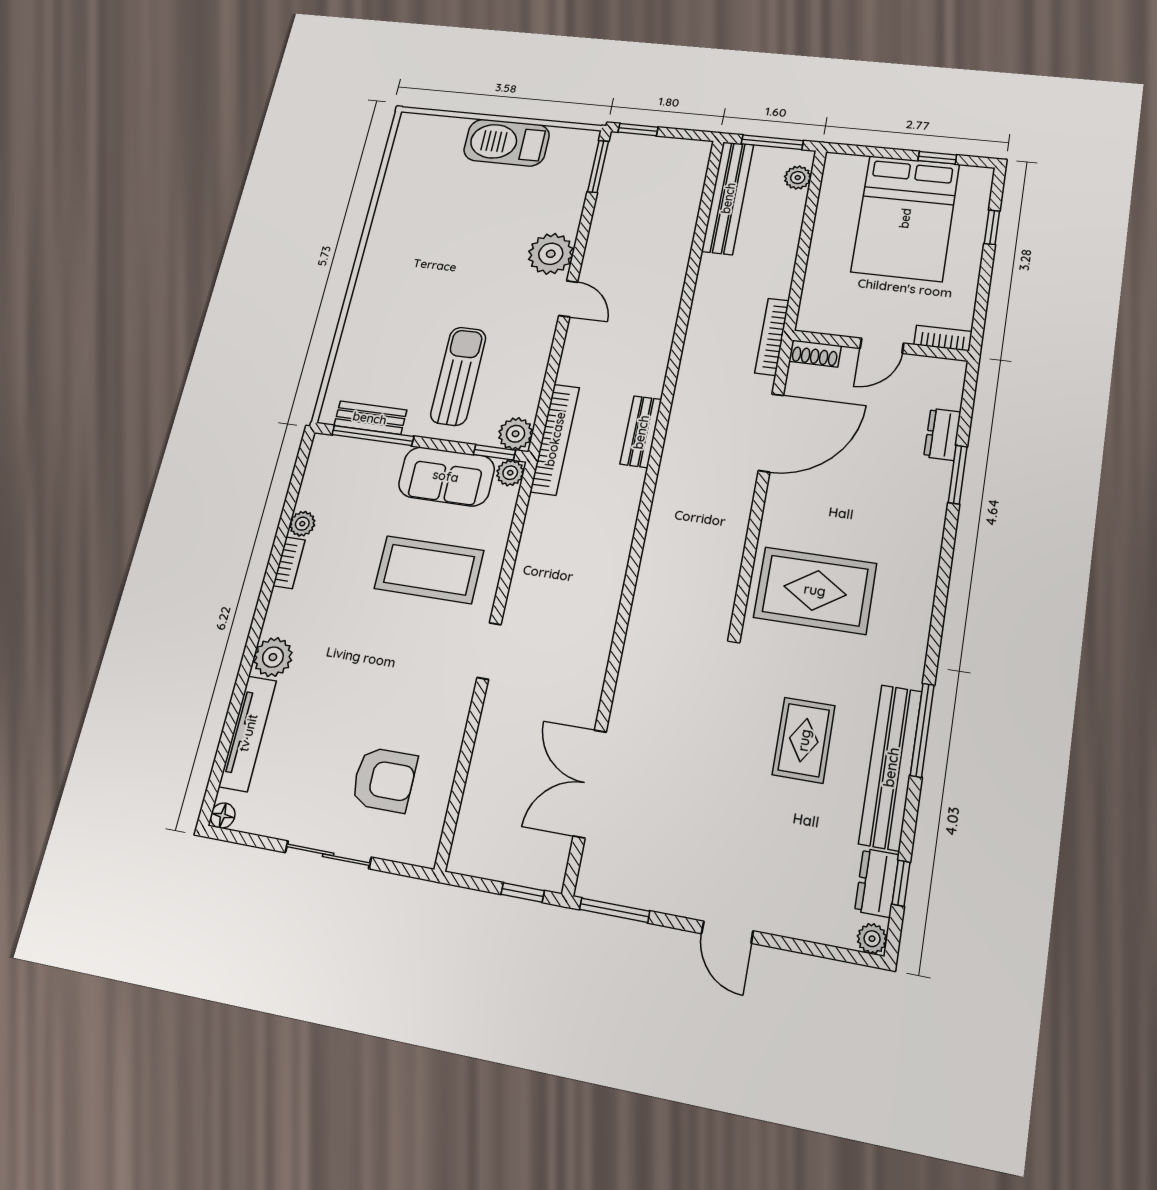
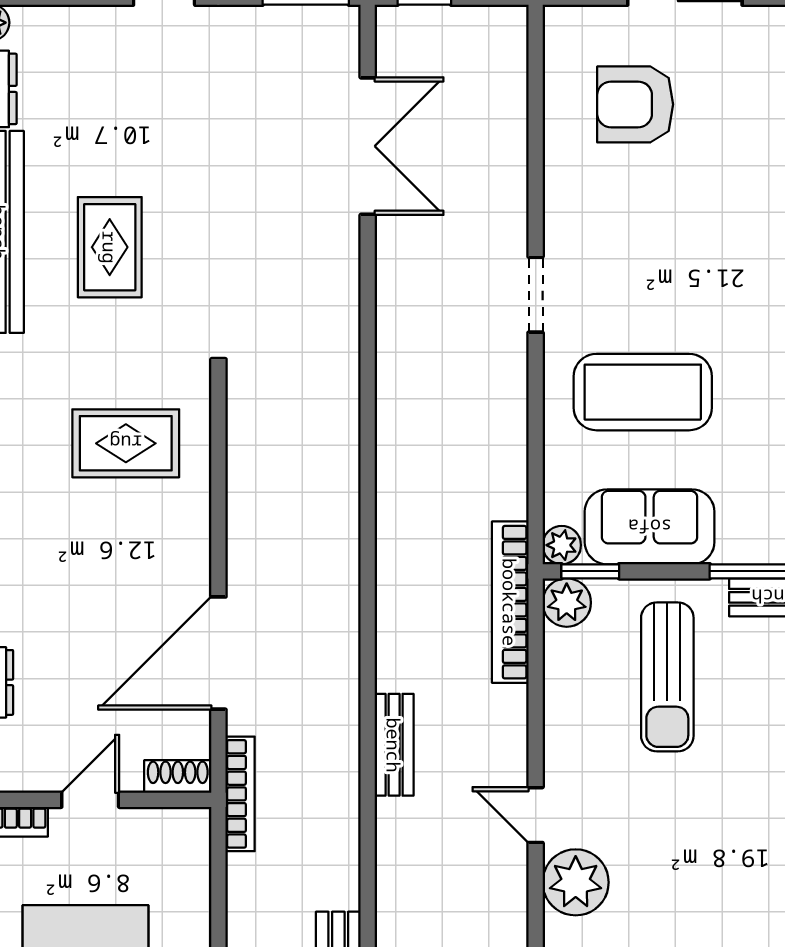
bench: (641, 432) -> (394, 745), moved
rug: (815, 590) -> (126, 443), width x0.73, depth x0.70

